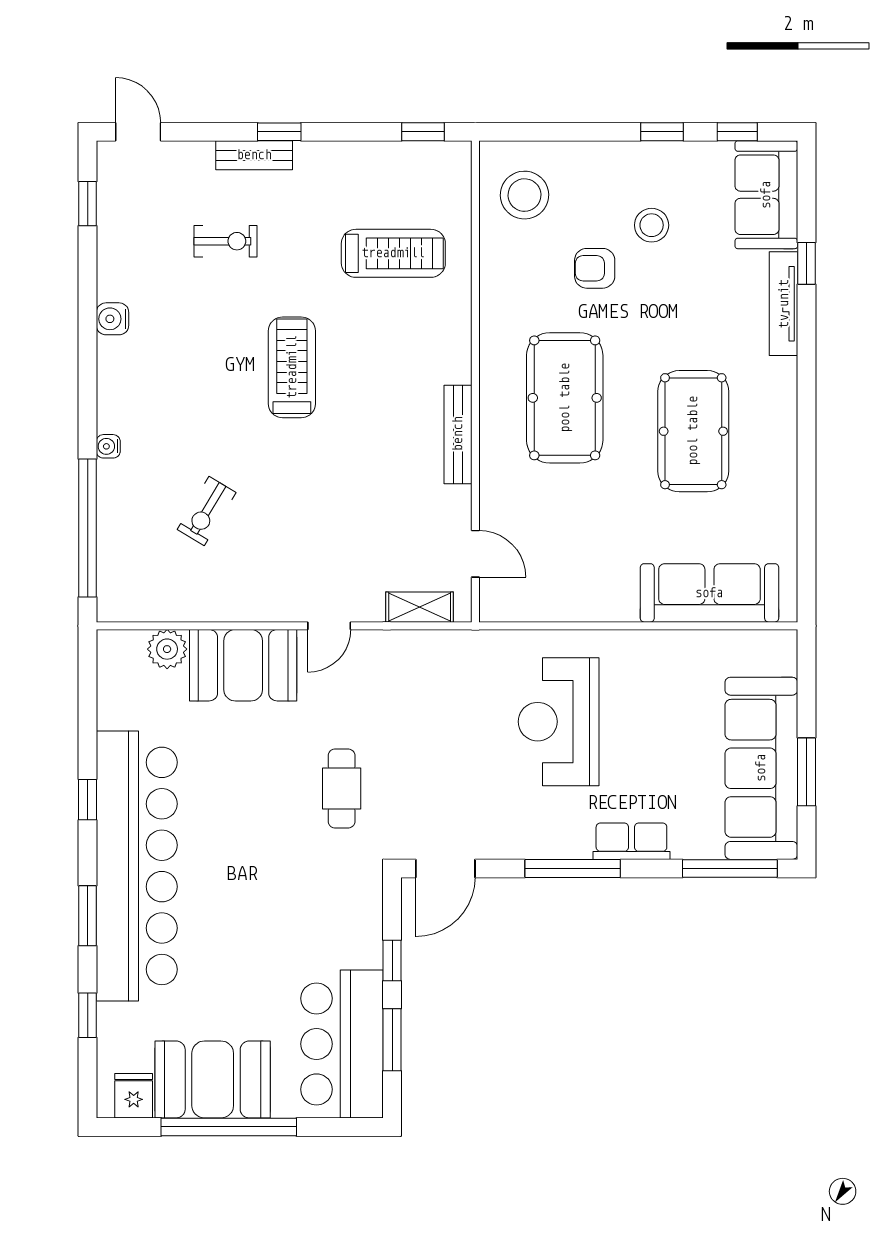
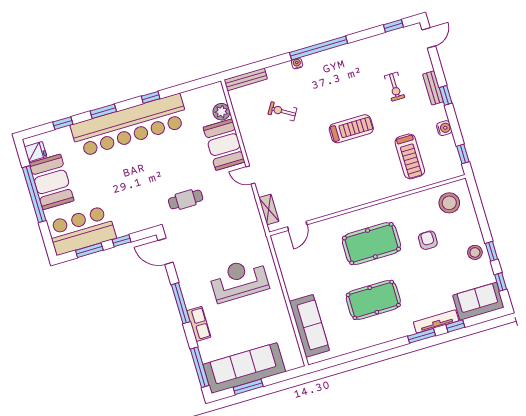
stool: (652, 225) -> (475, 252), moved
water cooler: (112, 319) -> (444, 128), moved, turned 90
window: (806, 346) -> (422, 336), added
bench: (458, 434) -> (246, 79), moved
window: (88, 528) -> (319, 48), moved

